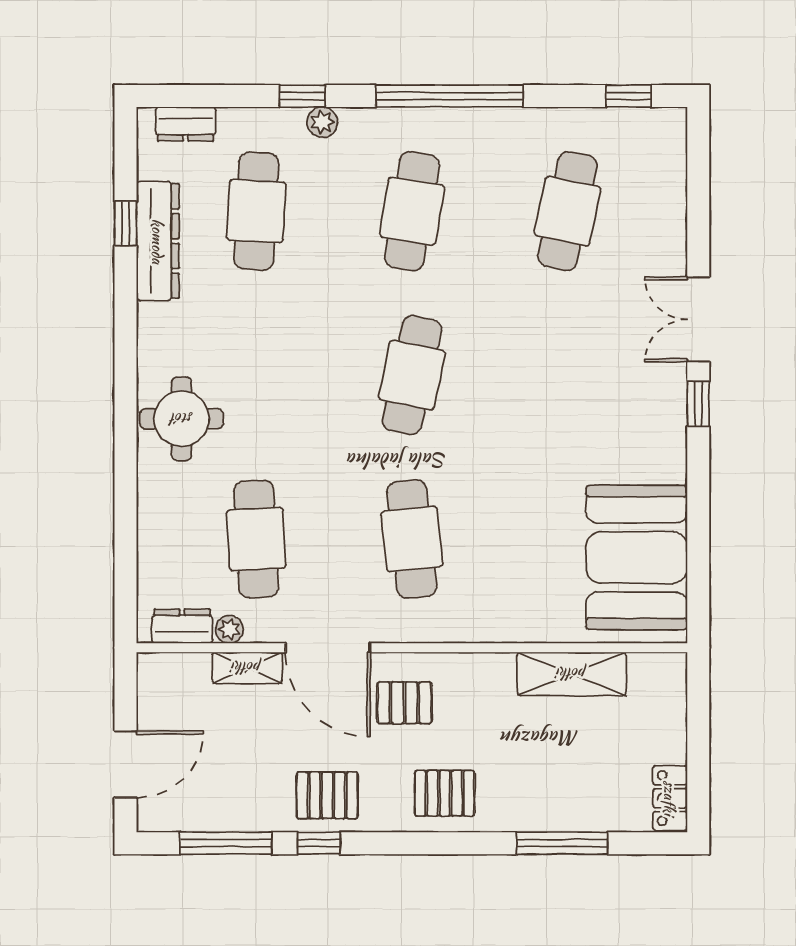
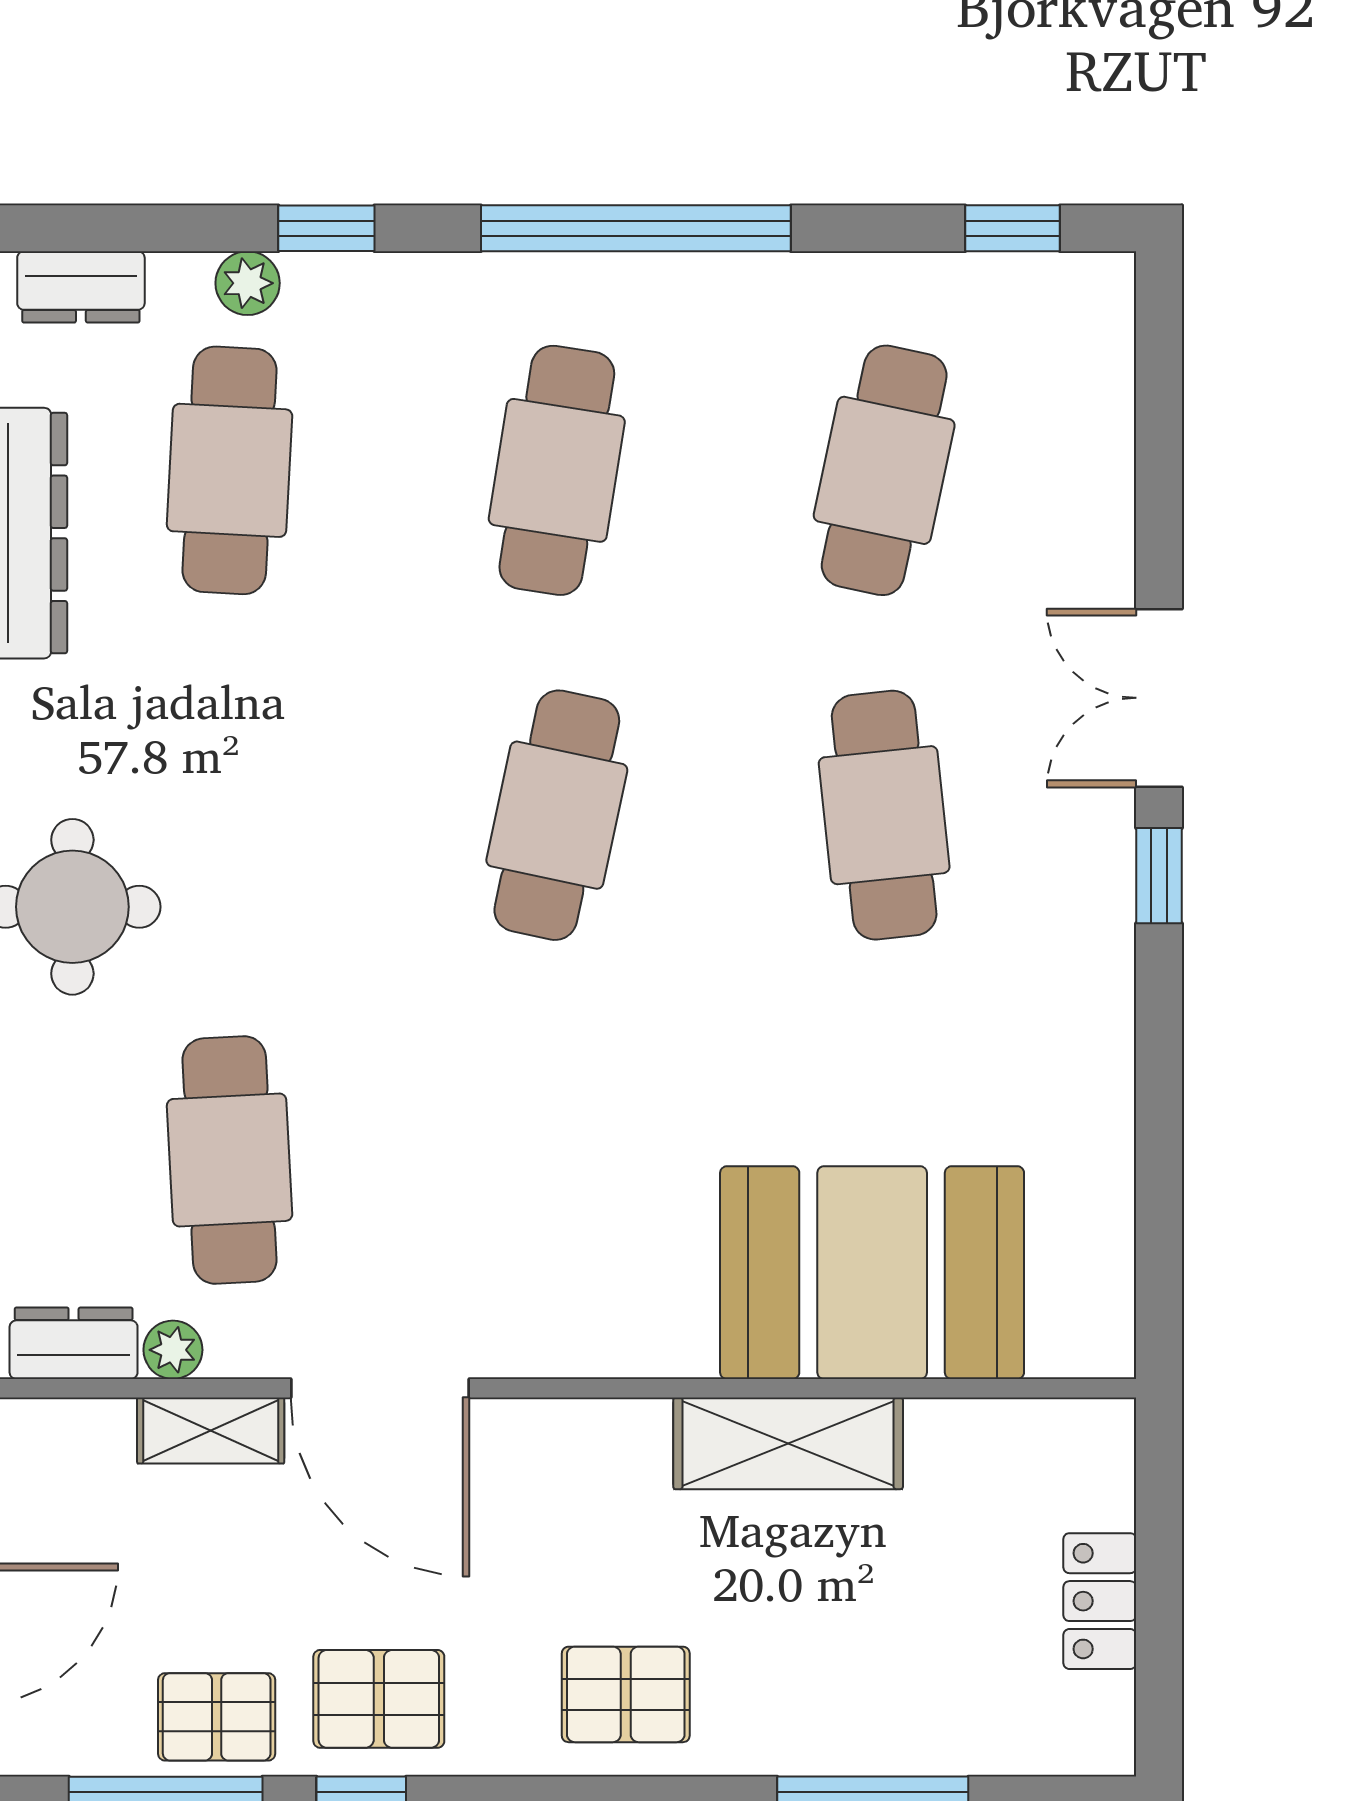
plant: (322, 122) -> (248, 283), moved
cafe table: (412, 539) -> (884, 815), moved
booth: (637, 557) -> (872, 1273), moved, turned 90
shelving: (572, 674) -> (788, 1443), moved
pallet: (404, 703) -> (217, 1717), moved
locker: (670, 798) -> (1100, 1601), moved

